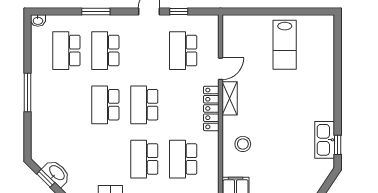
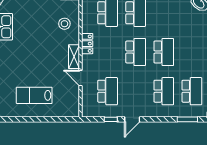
window: (96, 11) -> (187, 119), moved
lab bench: (285, 45) -> (34, 95), turned -90
door: (221, 69) -> (81, 78), hinge flipped
locker: (211, 108) -> (87, 44), width x0.66

